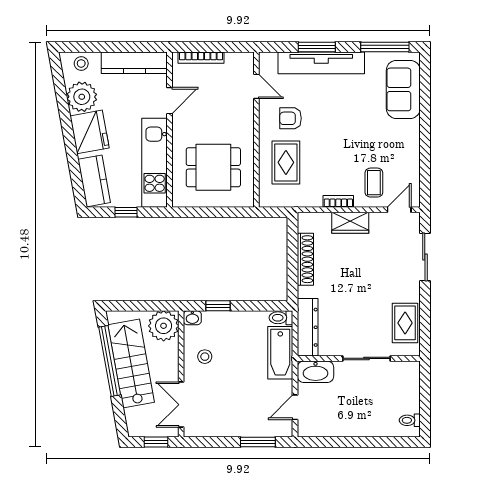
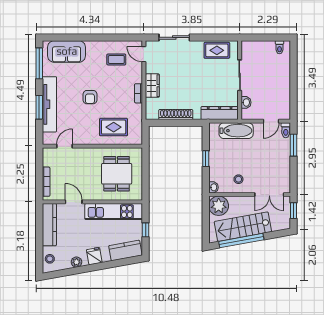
plant: (82, 97) -> (76, 262), width x0.53, depth x0.53
armchair: (291, 118) -> (90, 97), moved
fridge: (90, 132) -> (94, 256), width x0.53, depth x0.75
coffee table: (374, 183) -> (116, 59), moved
window: (218, 306) -> (206, 159), moved
toilet: (281, 318) -> (286, 130), moved
washbasin: (316, 372) -> (246, 102), width x0.52, depth x0.69
door: (295, 407) -> (271, 121), hinge flipped

